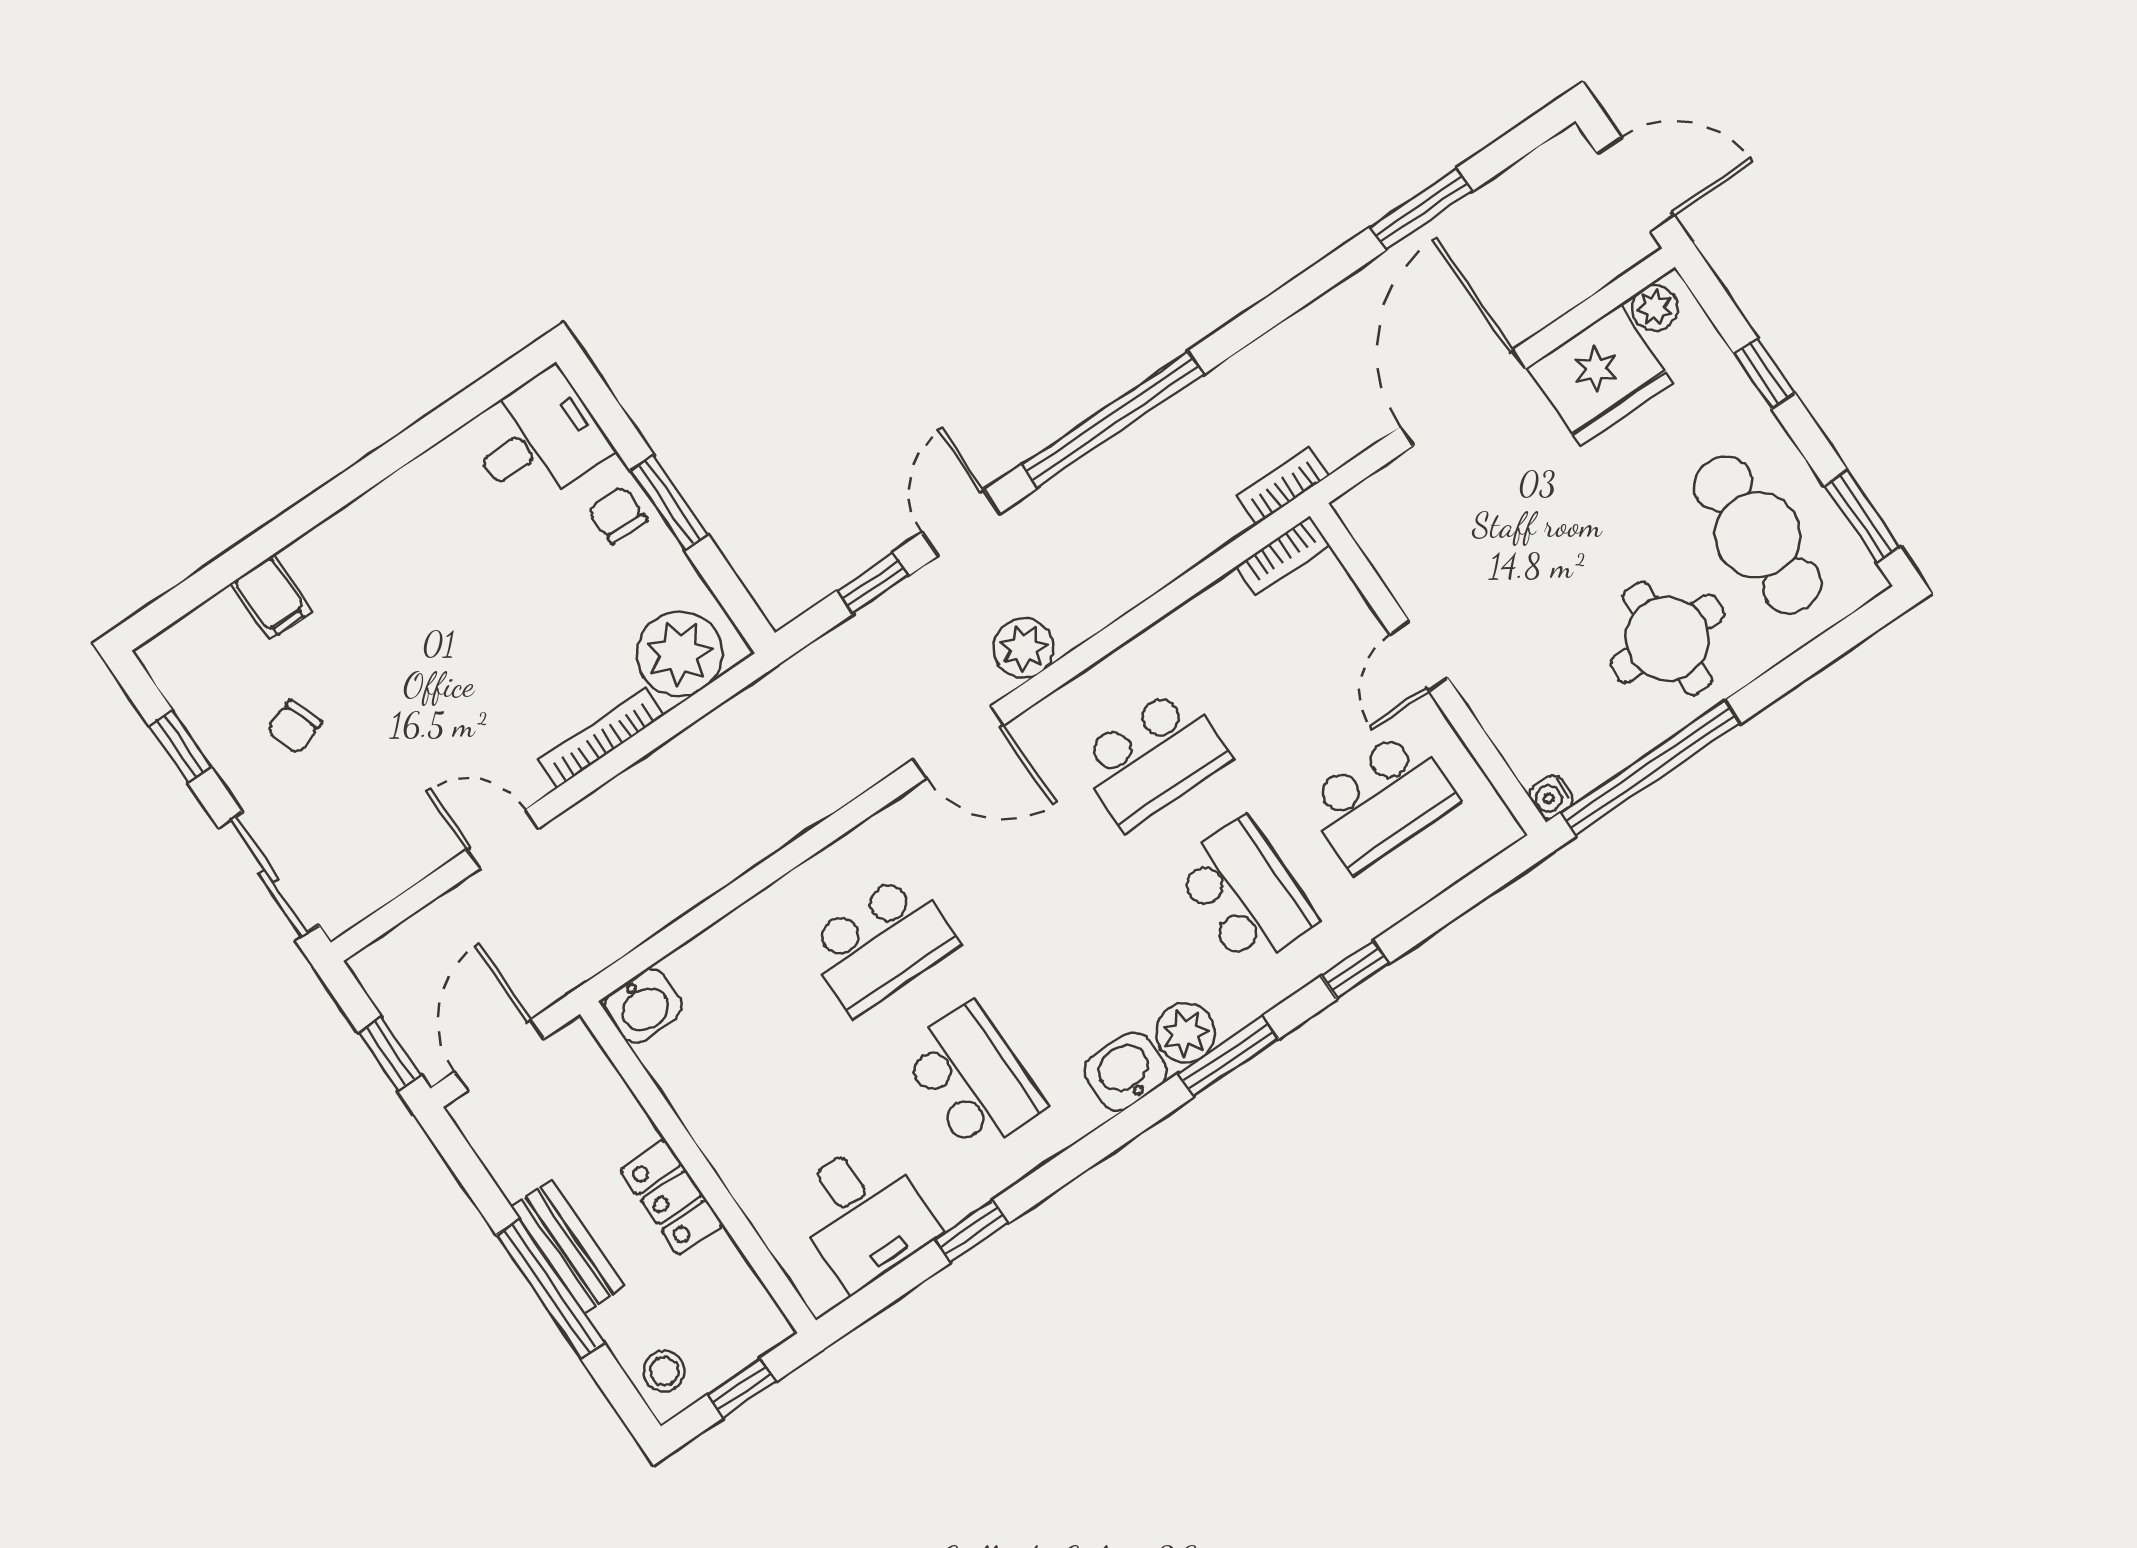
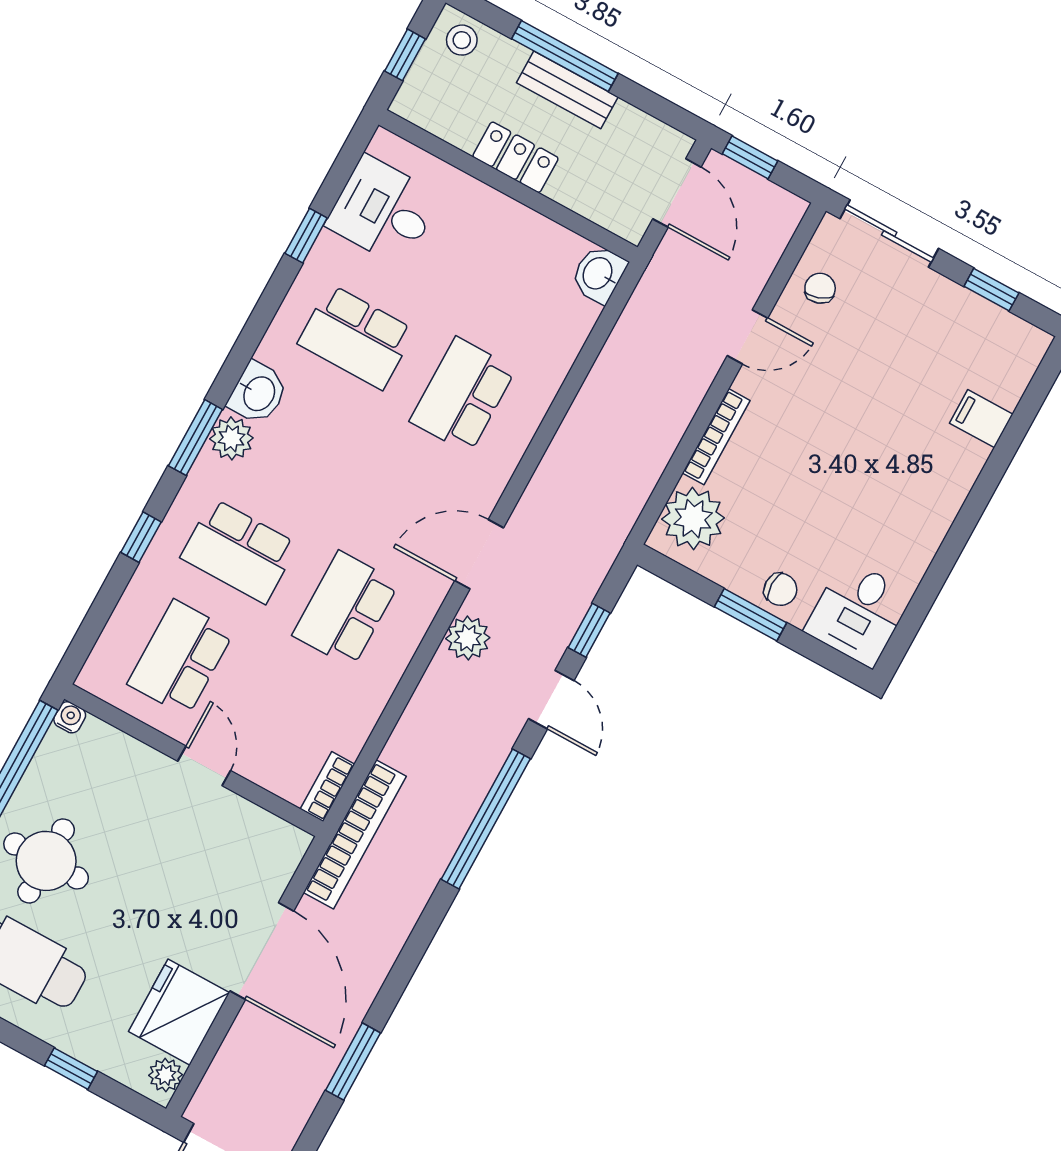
bookcase: (1283, 486) -> (355, 834), width x2.31, depth x1.31
chair: (294, 727) -> (820, 288), moved

